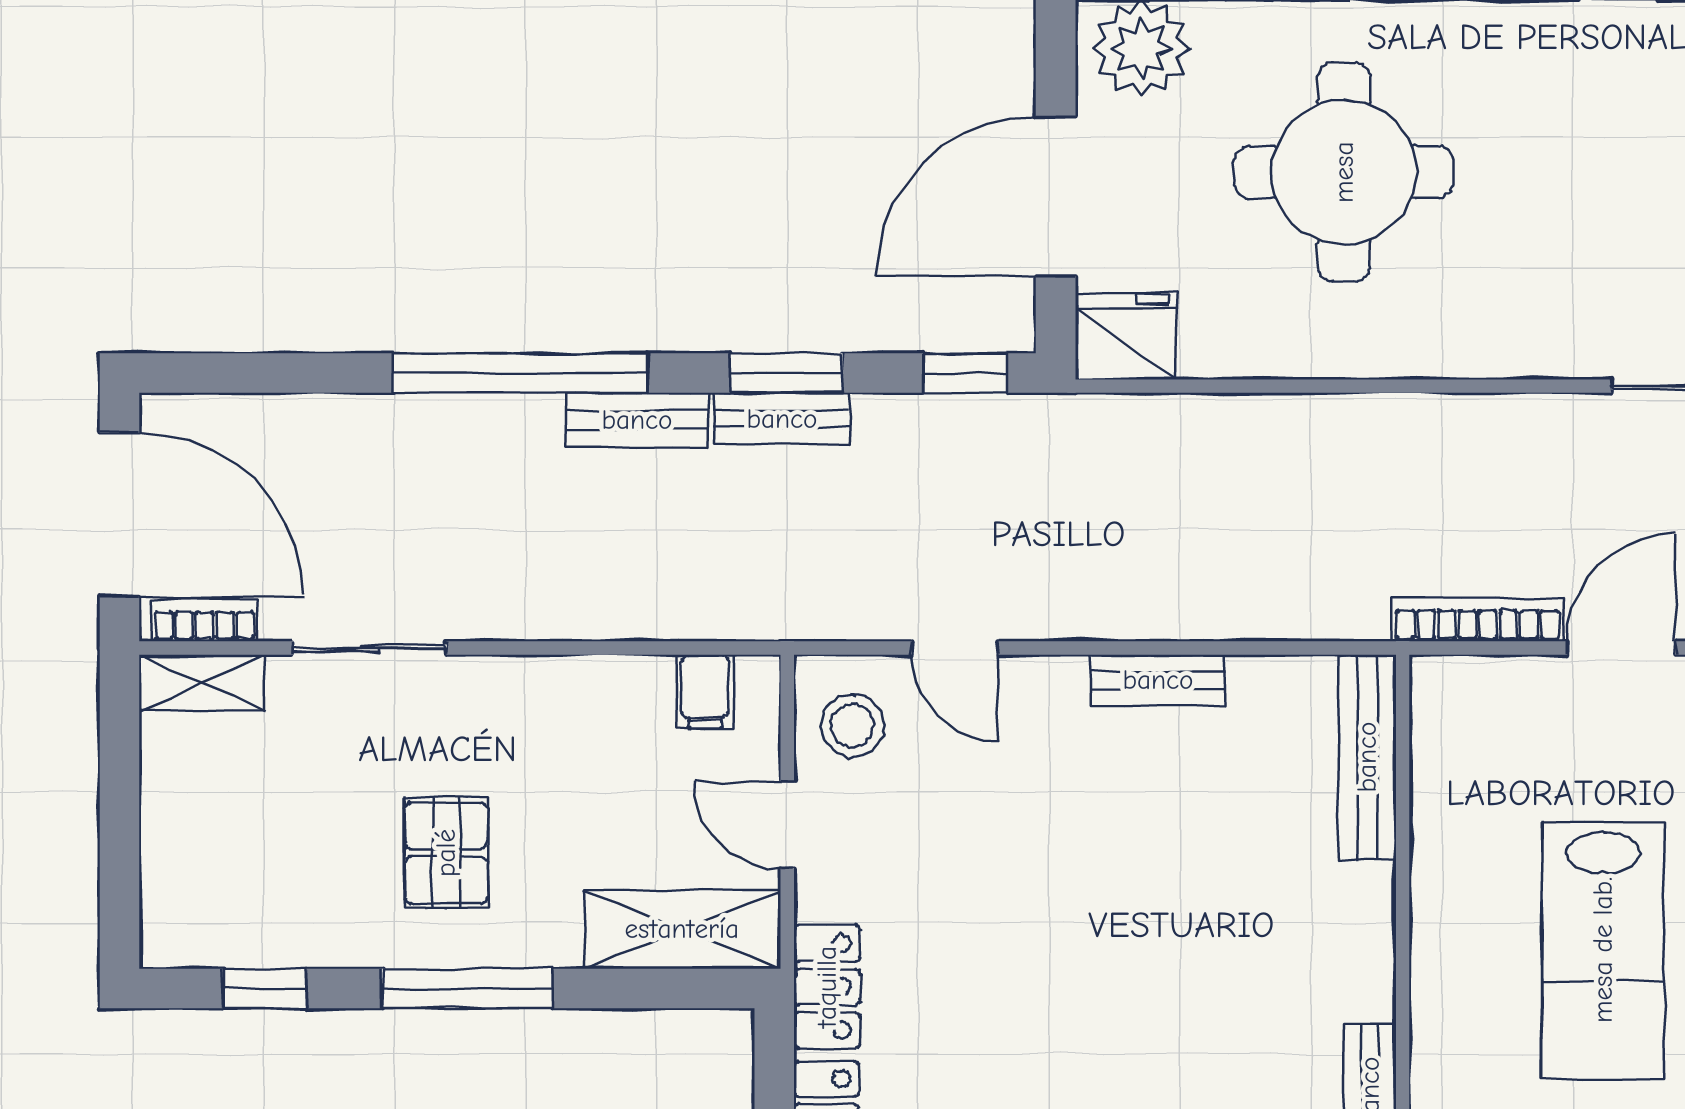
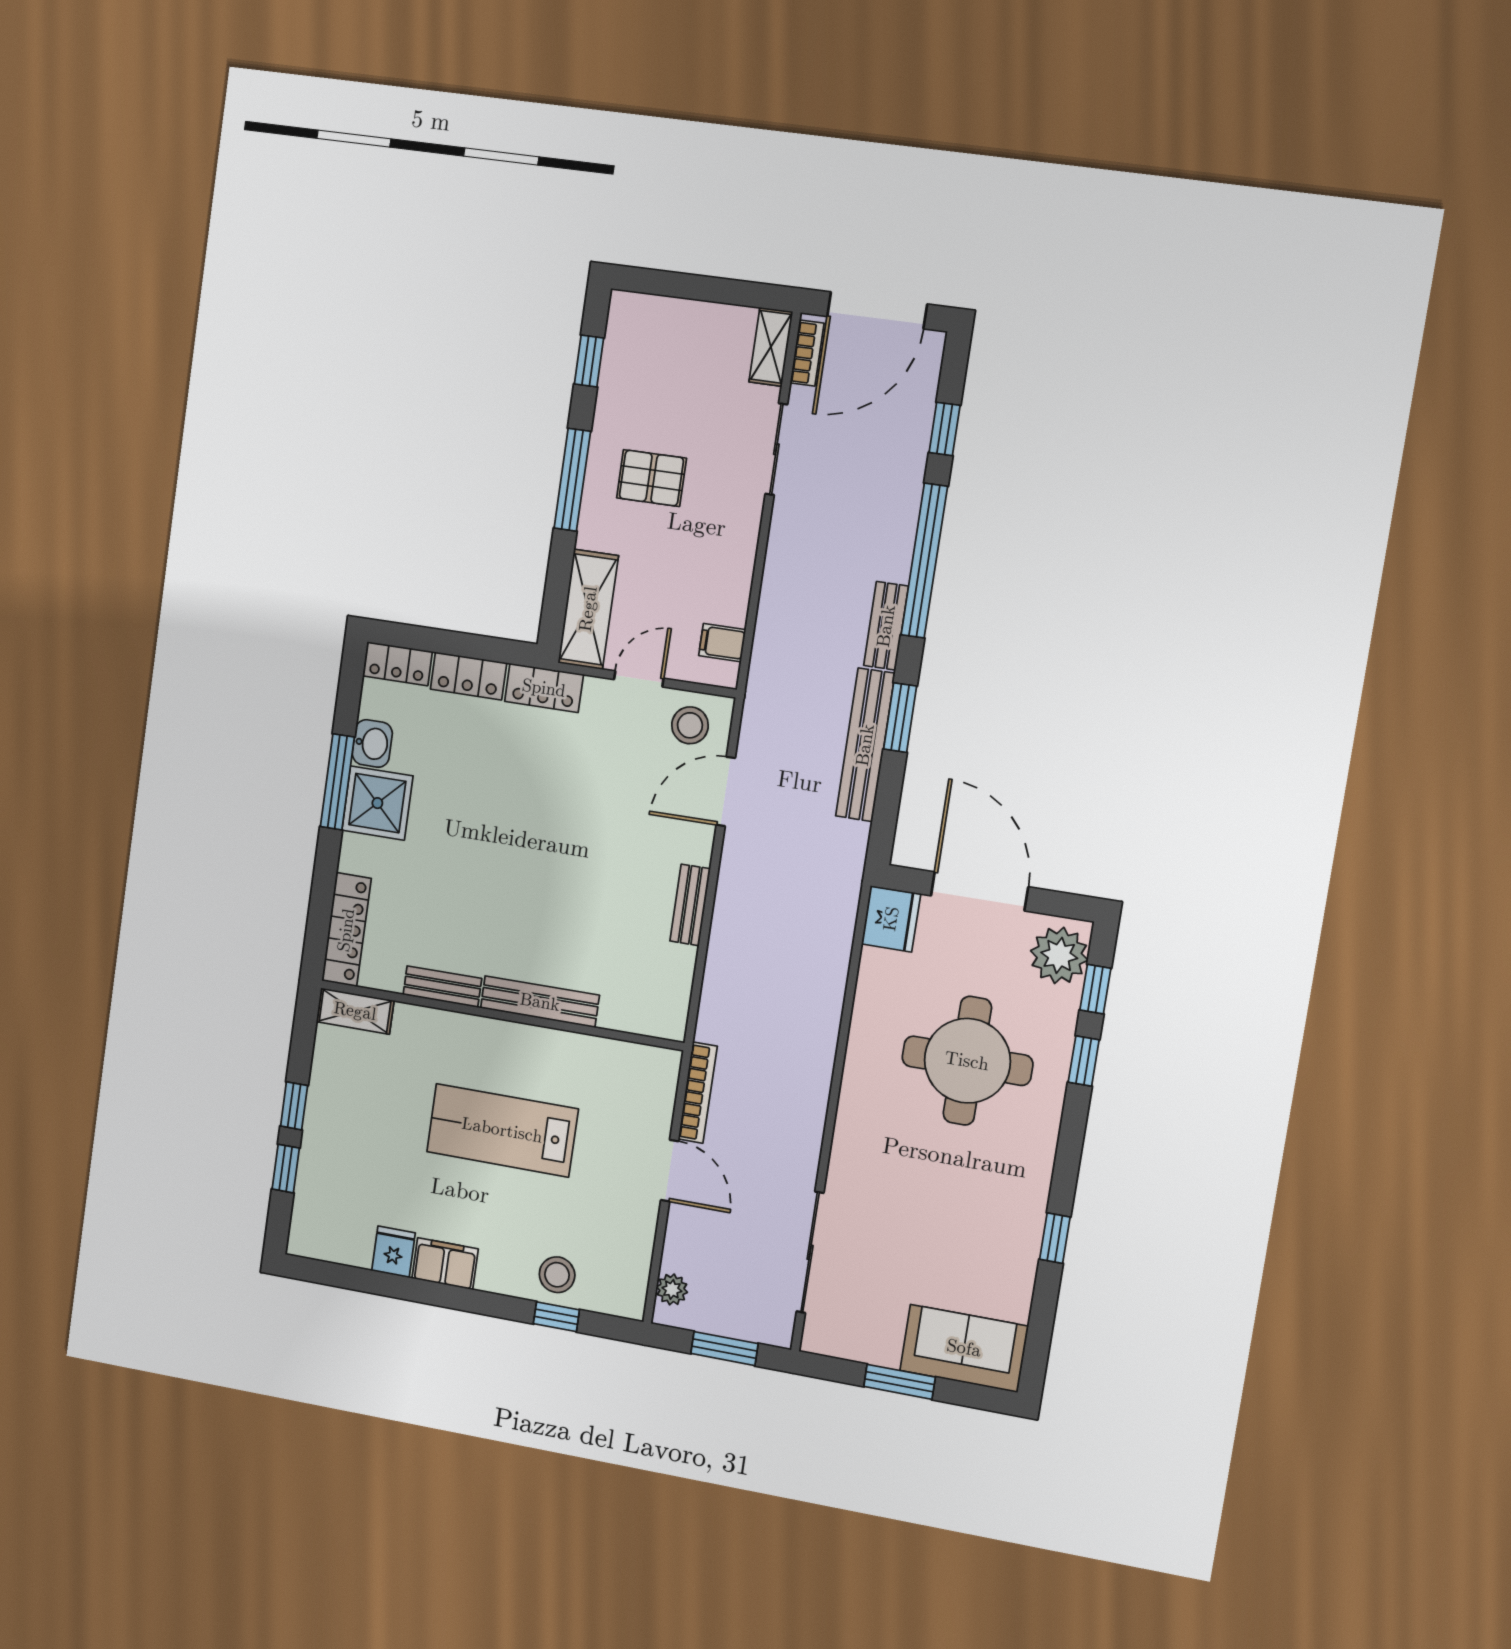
window: (965, 373) -> (945, 429), moved
bench: (782, 419) -> (865, 745), width x1.86, depth x1.21
door: (955, 648) -> (726, 791), width x1.38
bench: (1367, 757) -> (540, 1002), moved

